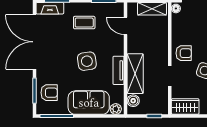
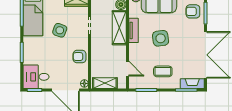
armchair: (184, 53) -> (80, 57), moved

